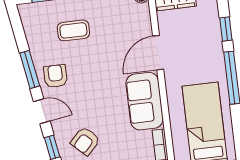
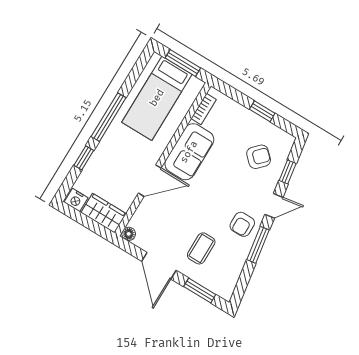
coffee table: (73, 30) -> (201, 248), turned 90
door: (42, 111) -> (274, 206), swing flipped

